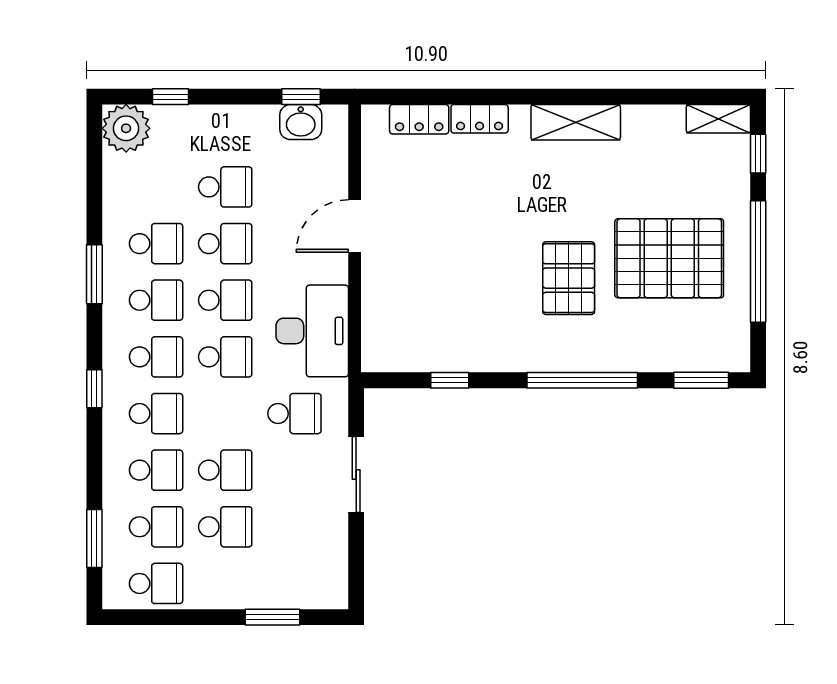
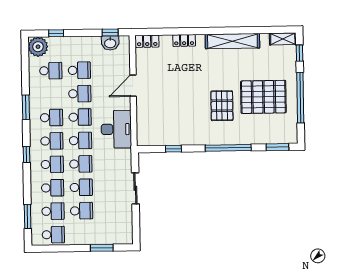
locker: (419, 119) -> (147, 41), moved
shelving: (576, 122) -> (232, 41), width x1.47
school desk: (156, 244) -> (51, 71), moved
school desk: (294, 414) -> (81, 164), moved

